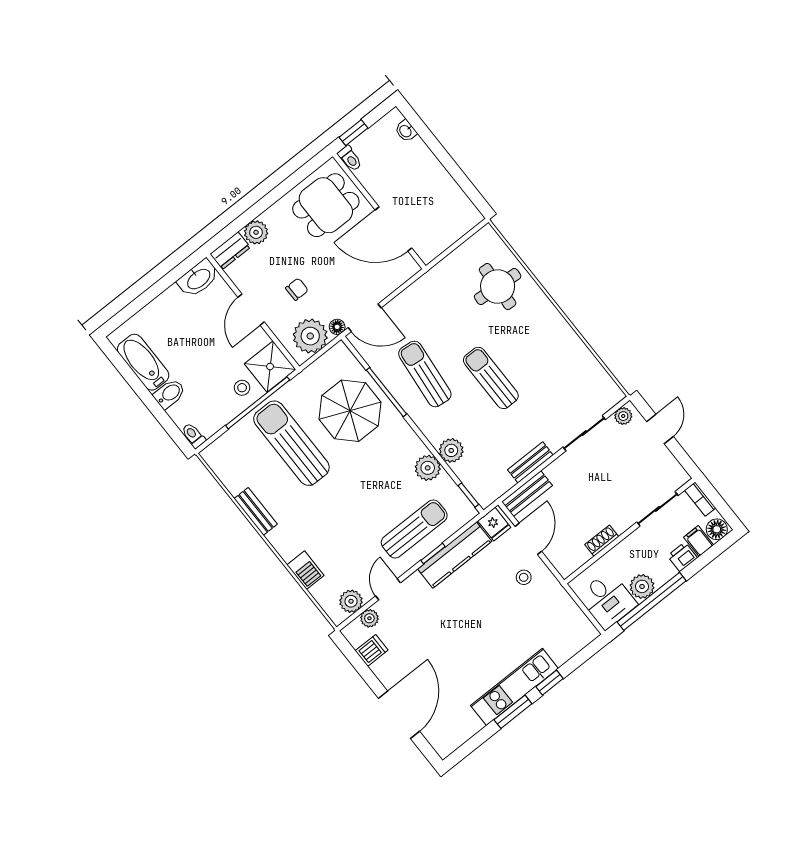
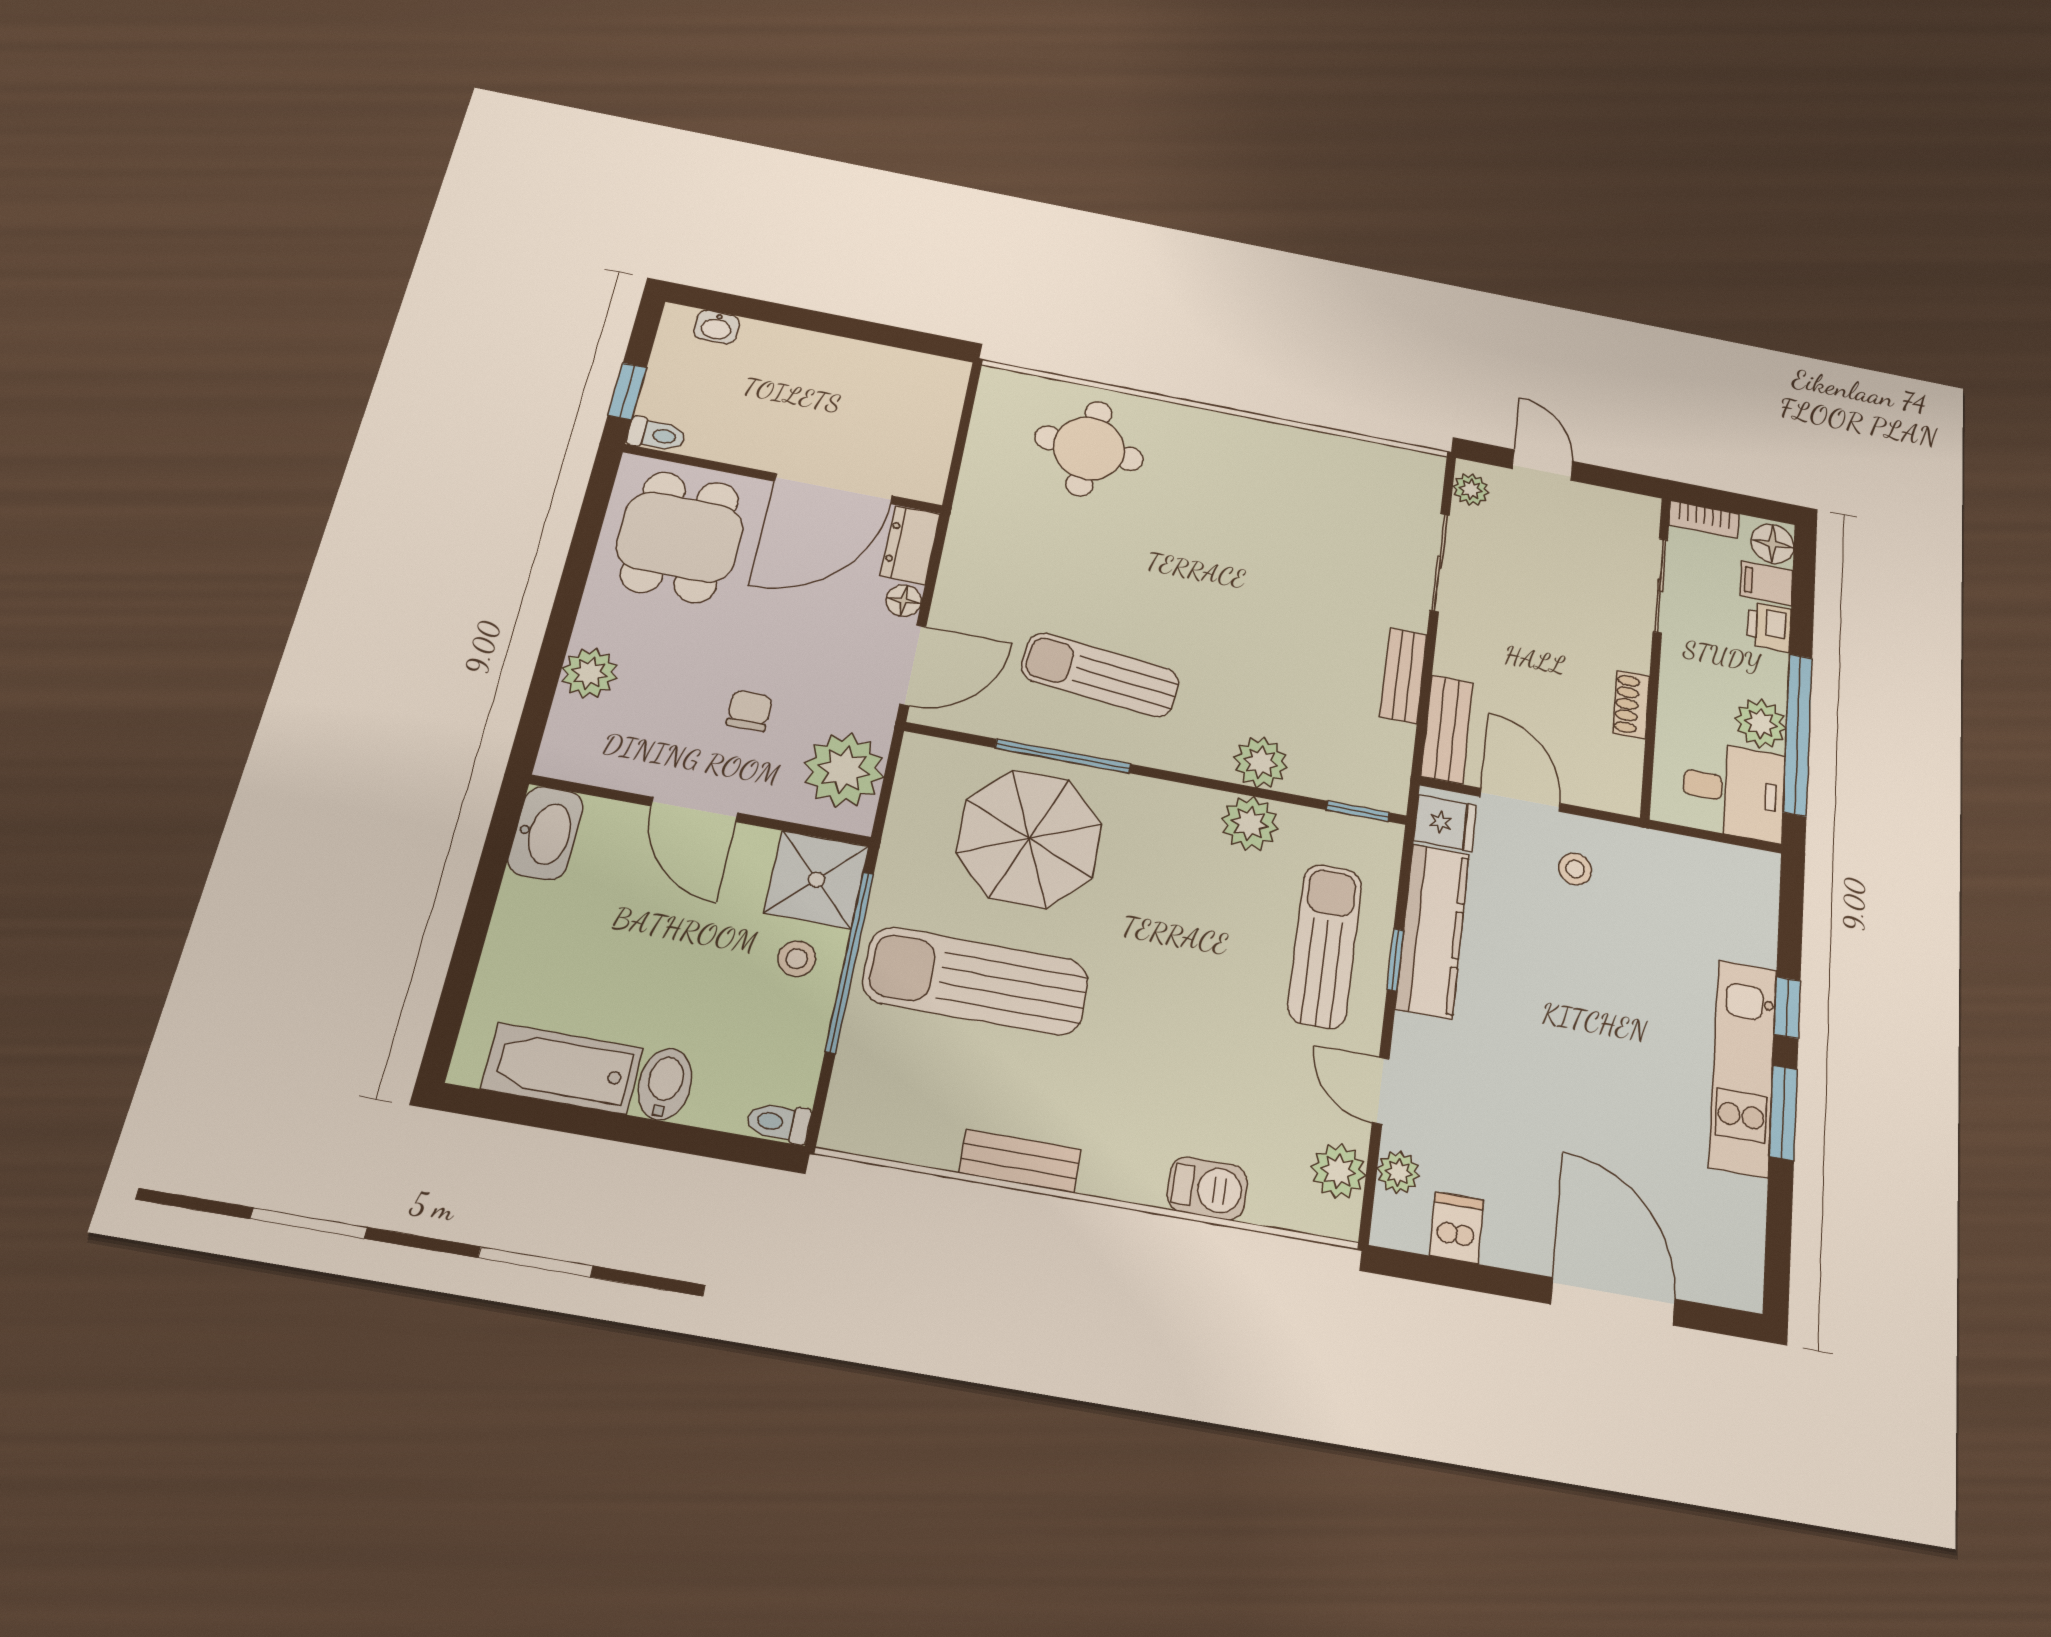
dresser: (230, 251) -> (910, 545), moved, turned 180
floor lamp: (337, 327) -> (904, 601), moved
sun lounger: (491, 378) -> (1213, 595), removed

